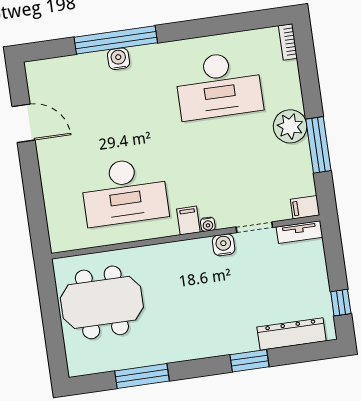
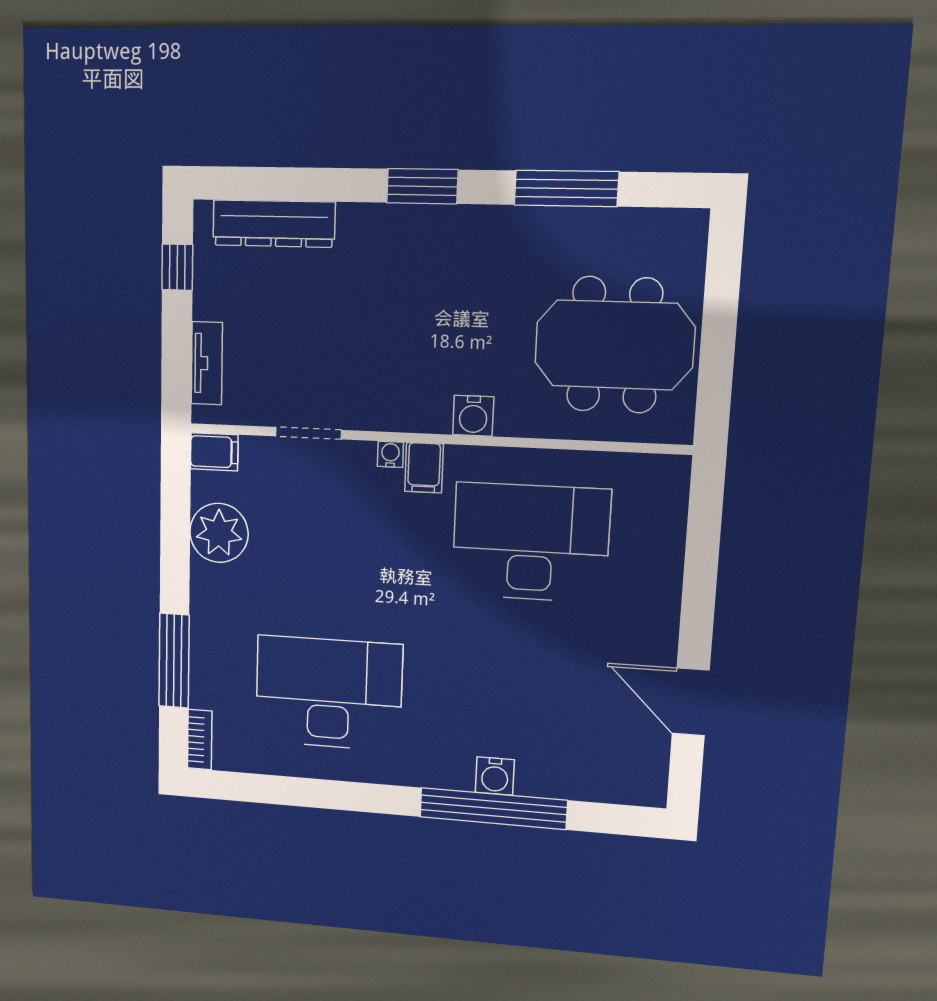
plant: (290, 126) -> (219, 533), moved
window: (318, 145) -> (174, 661), moved
tv unit: (299, 232) -> (207, 363), moved, turned 90
water cooler: (224, 245) -> (473, 416), moved
window: (249, 361) -> (422, 186), moved

